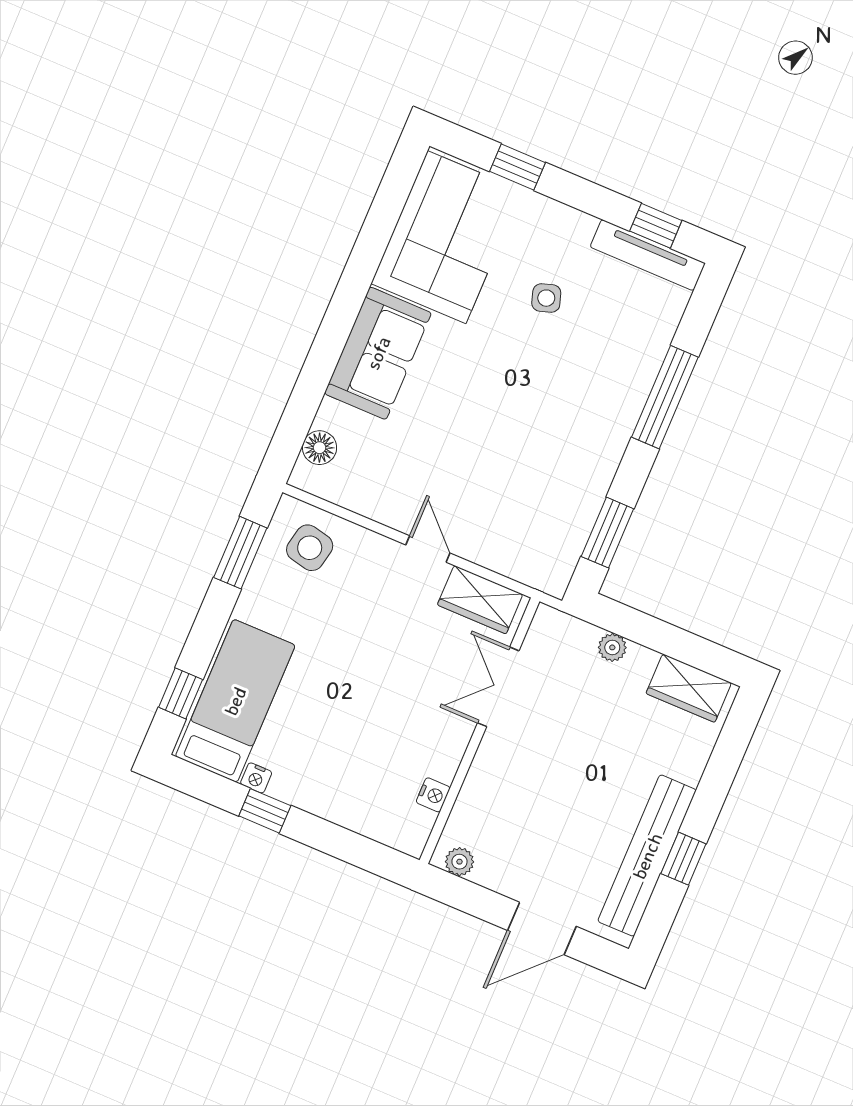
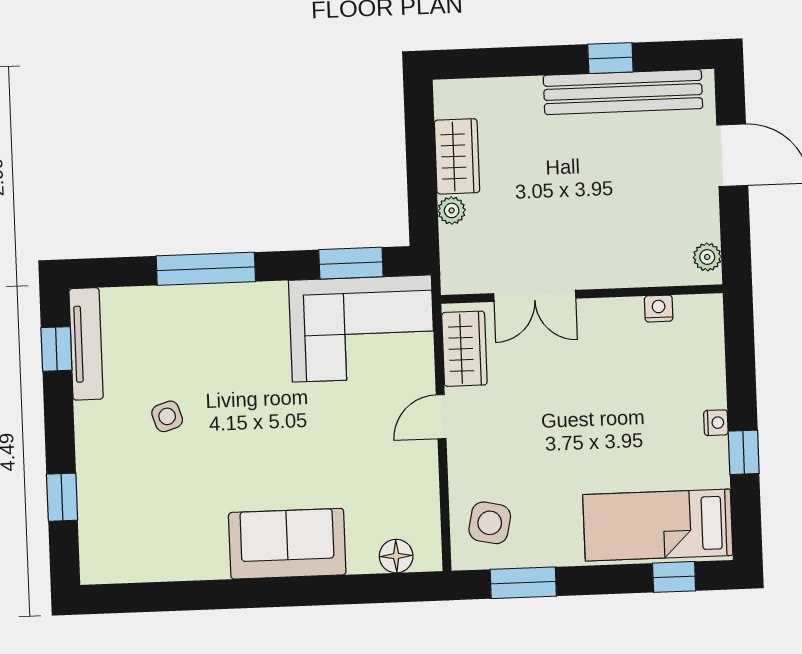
corner sofa: (447, 237) -> (362, 329), moved, turned 180
wardrobe: (689, 688) -> (457, 156), moved
nightstand: (256, 778) -> (716, 423), moved

